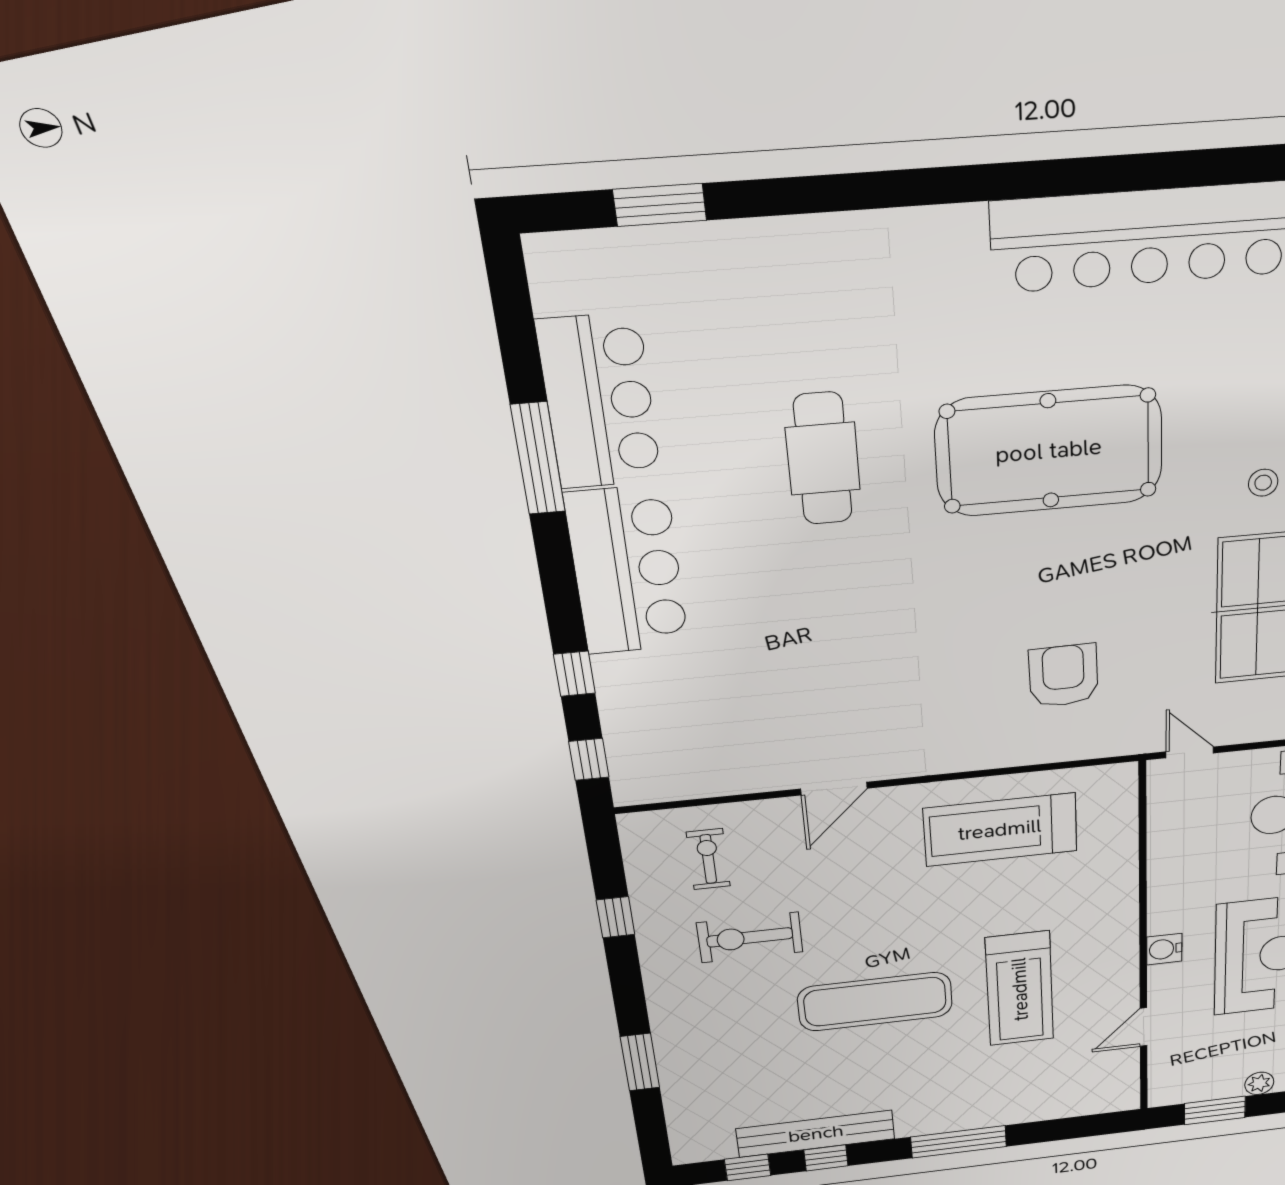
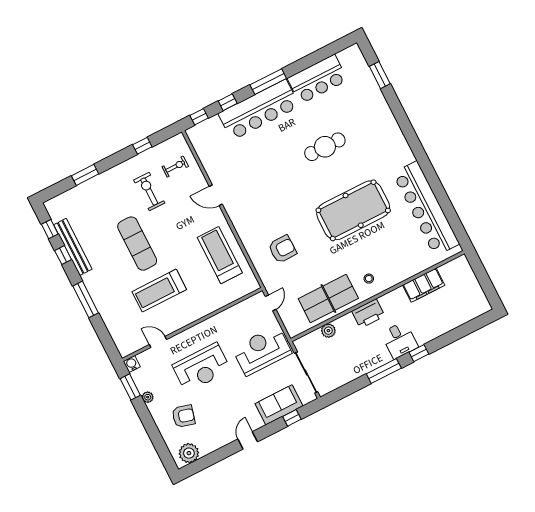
pool table: (1049, 451) -> (353, 210), turned 90
window: (538, 458) -> (268, 82), moved
bar counter: (627, 570) -> (259, 110), width x1.36
water cooler: (1164, 949) -> (132, 364), moved

